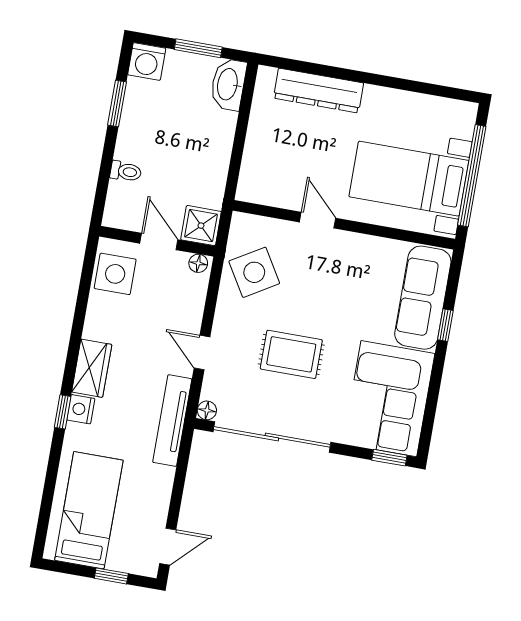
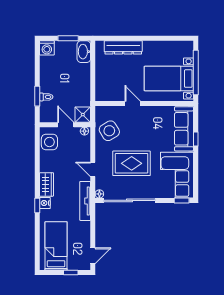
window: (117, 103) -> (37, 96), moved
rug: (291, 354) -> (132, 163), width x1.36, depth x1.43

